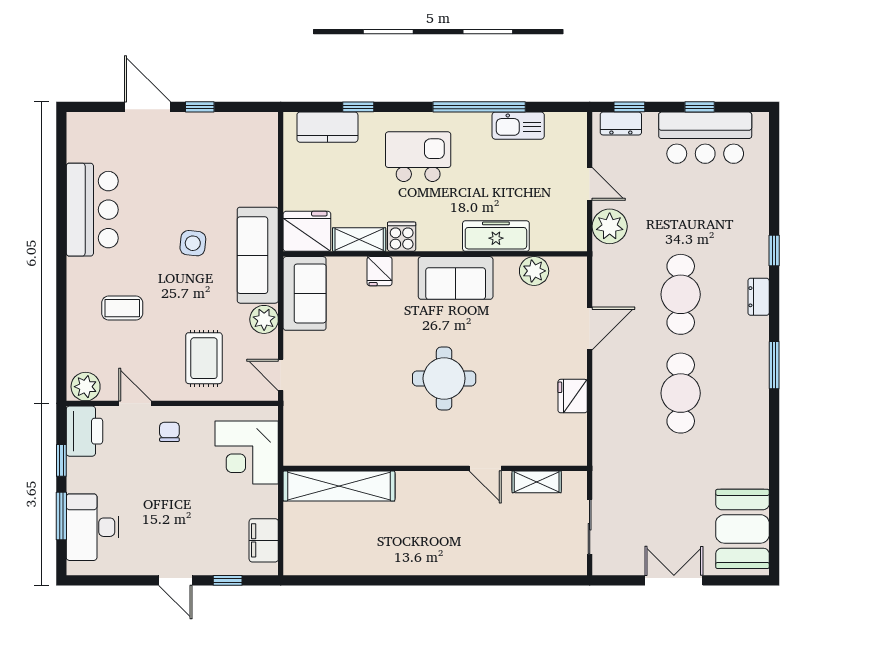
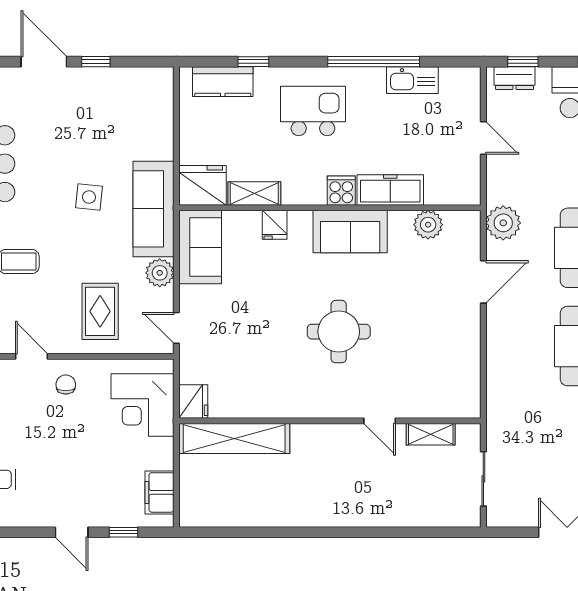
plant: (610, 226) -> (503, 223), moved
cooker: (402, 237) -> (341, 191), moved
fridge: (573, 396) -> (193, 401), moved, turned 180

